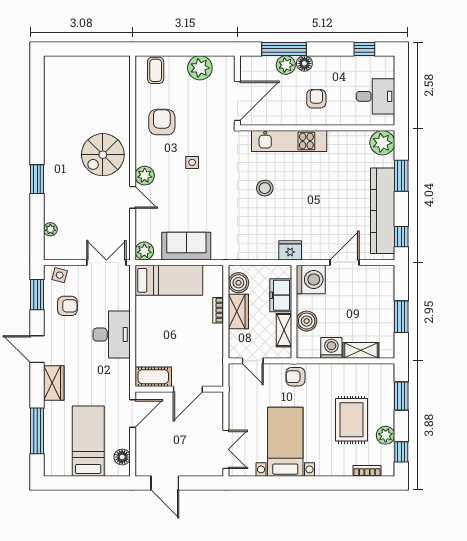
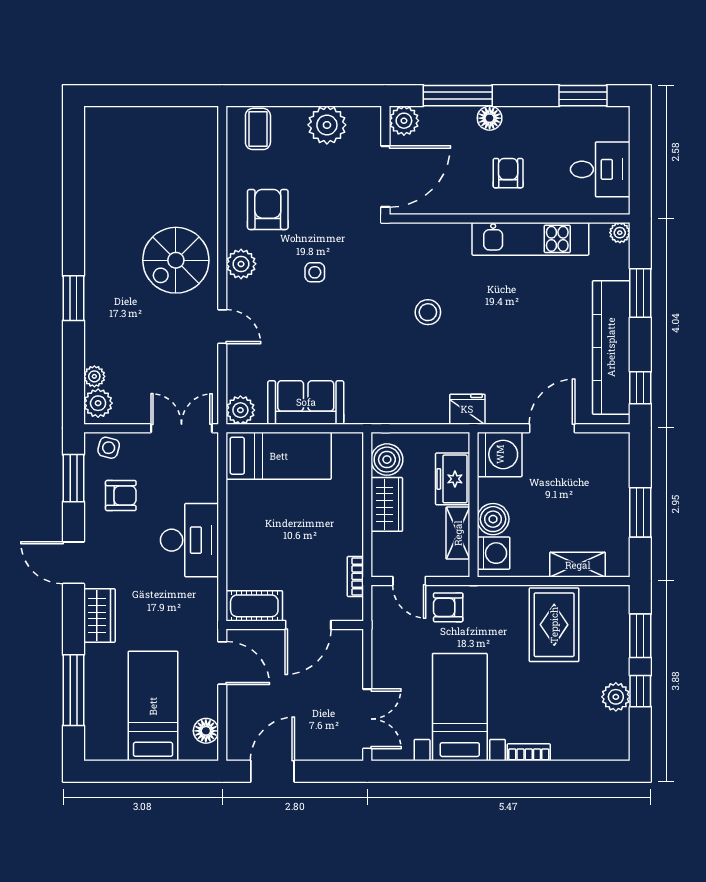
window: (364, 49) -> (583, 96), width x1.50
plant: (286, 65) -> (404, 121), moved
kitchen unit: (289, 141) -> (530, 239), moved
plant: (382, 143) -> (620, 233), width x0.53, depth x0.53
plant: (145, 176) -> (241, 264), moved
plant: (53, 247) -> (98, 403), added
bookcase: (218, 310) -> (355, 576), moved
washing machine: (331, 348) -> (493, 553), moved, turned 90
armchair: (295, 377) -> (448, 607), moved
door: (133, 414) -> (222, 663), hinge flipped
rug: (351, 420) -> (554, 625), moved
window: (401, 452) -> (640, 691), moved
bookcase: (367, 471) -> (529, 752), moved
door: (165, 483) -> (272, 771), swing flipped

